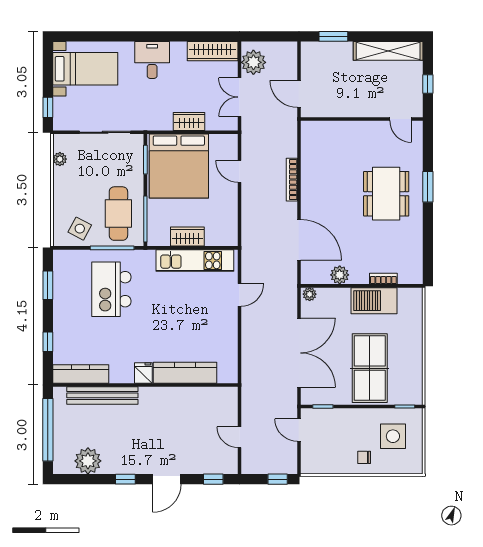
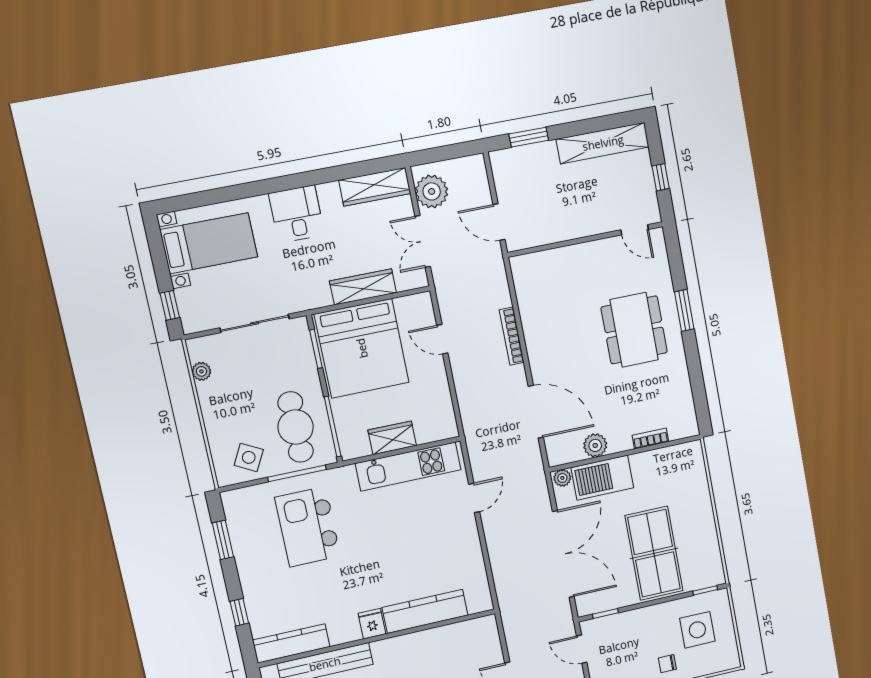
wardrobe: (189, 122) -> (363, 287), width x1.50
barbecue: (374, 301) -> (602, 478), moved

